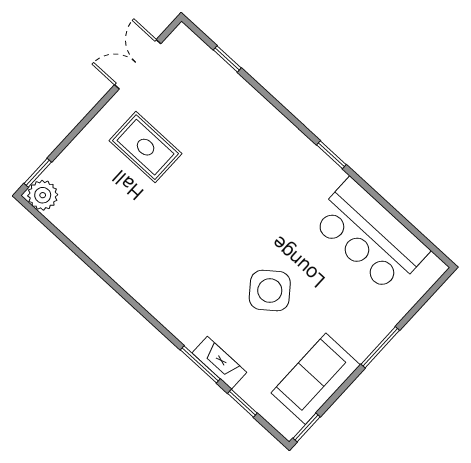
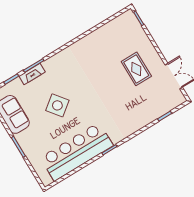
rug: (146, 147) -> (136, 69), turned 90
plant: (43, 195) -> (128, 18), removed
bar counter: (370, 236) -> (77, 152), width x1.36

